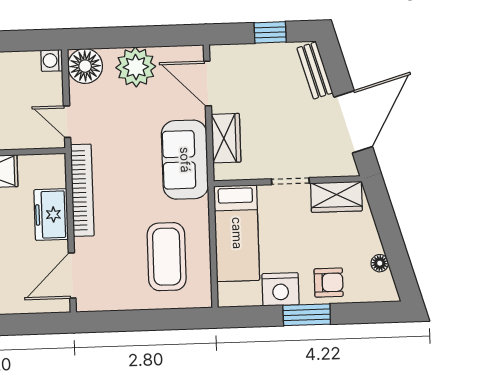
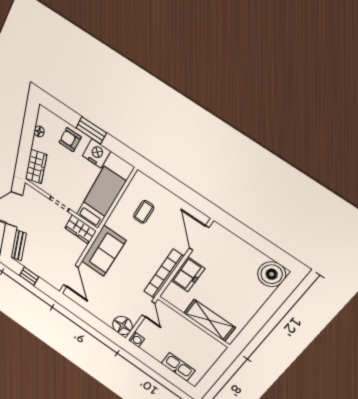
plant: (136, 67) -> (99, 308), removed
wardrobe: (226, 138) -> (80, 229), moved, turned -90
wardrobe: (336, 197) -> (36, 167), moved, turned 74
coffee table: (167, 257) -> (144, 212), width x0.54, depth x0.58
door: (72, 275) -> (199, 238), swing flipped

